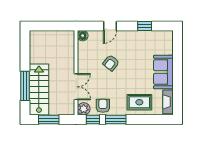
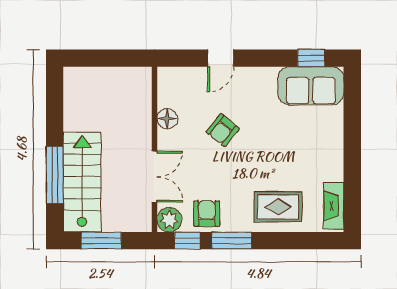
window: (145, 26) -> (311, 58), moved
floor lamp: (83, 36) -> (167, 119), moved
sofa: (163, 72) -> (311, 86), moved, turned -90

